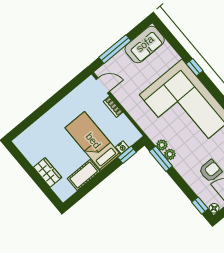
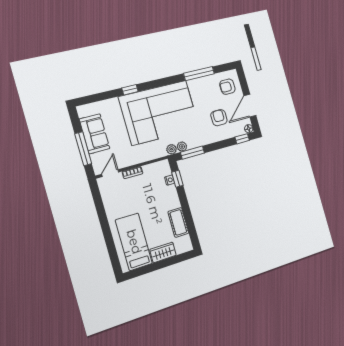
sofa: (145, 44) -> (94, 134), moved
bed: (93, 141) -> (134, 242), moved, turned 90
plant: (170, 154) -> (172, 149), moved

